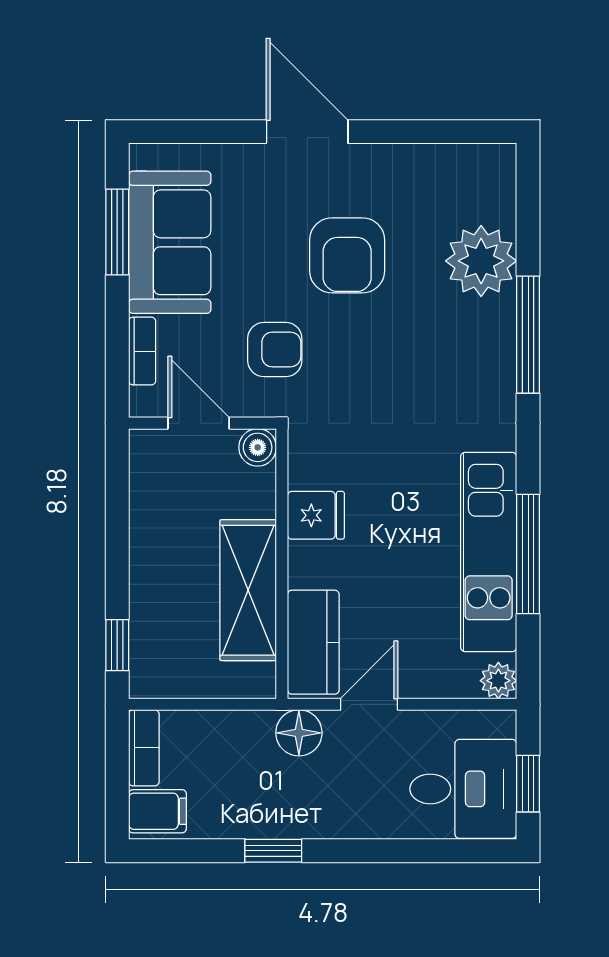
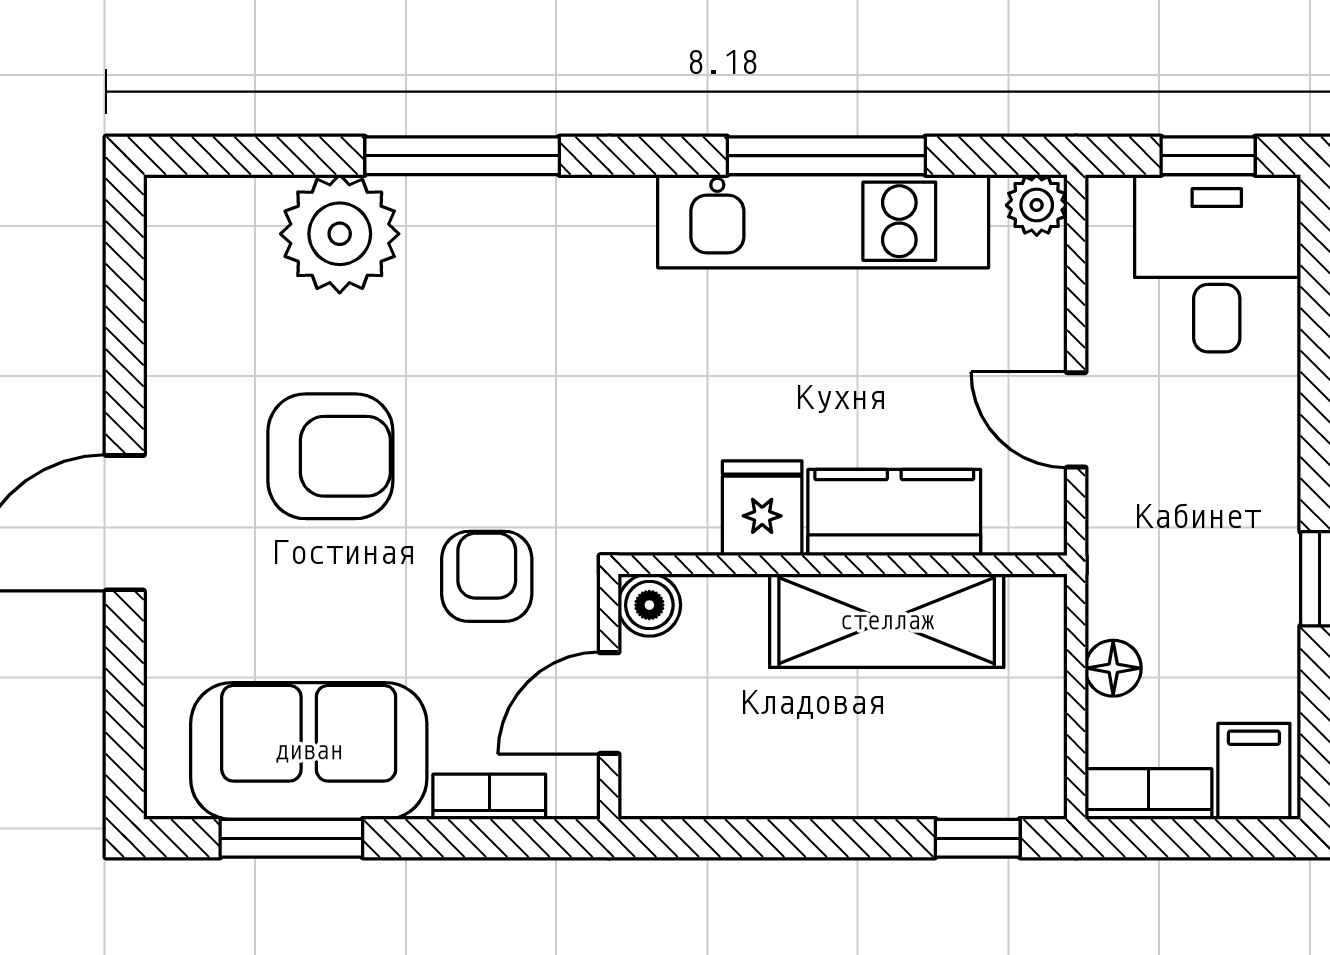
kitchen counter: (313, 642) -> (894, 513), moved
floor lamp: (299, 733) -> (1113, 668), moved, width x0.73, depth x0.73

